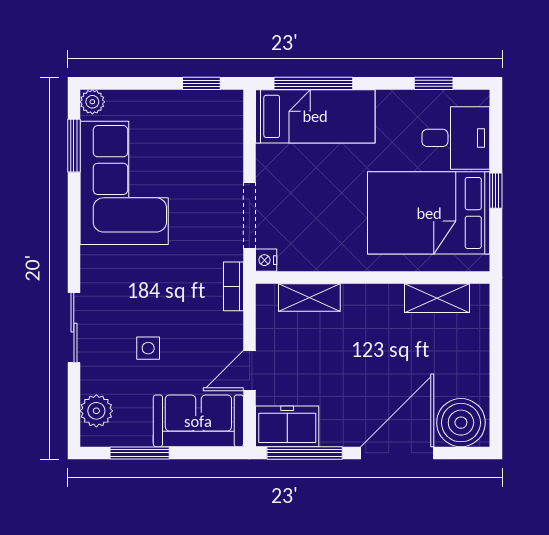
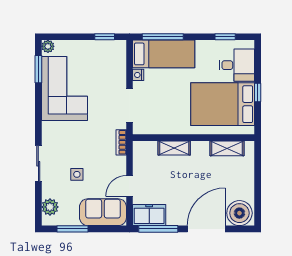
nightstand: (266, 260) -> (138, 75), moved
shelving: (309, 297) -> (174, 148), moved

